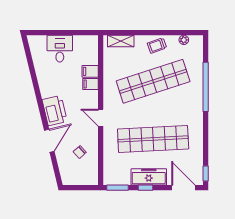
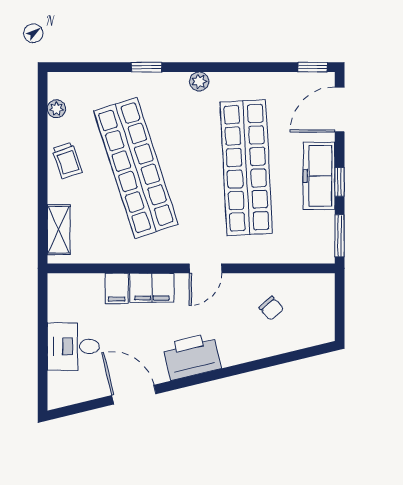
filing cabinet: (90, 84) -> (152, 288), width x2.00
window: (206, 87) -> (147, 67), width x0.32
plant: (198, 114) -> (199, 82), added
door: (49, 141) -> (134, 395), moved

